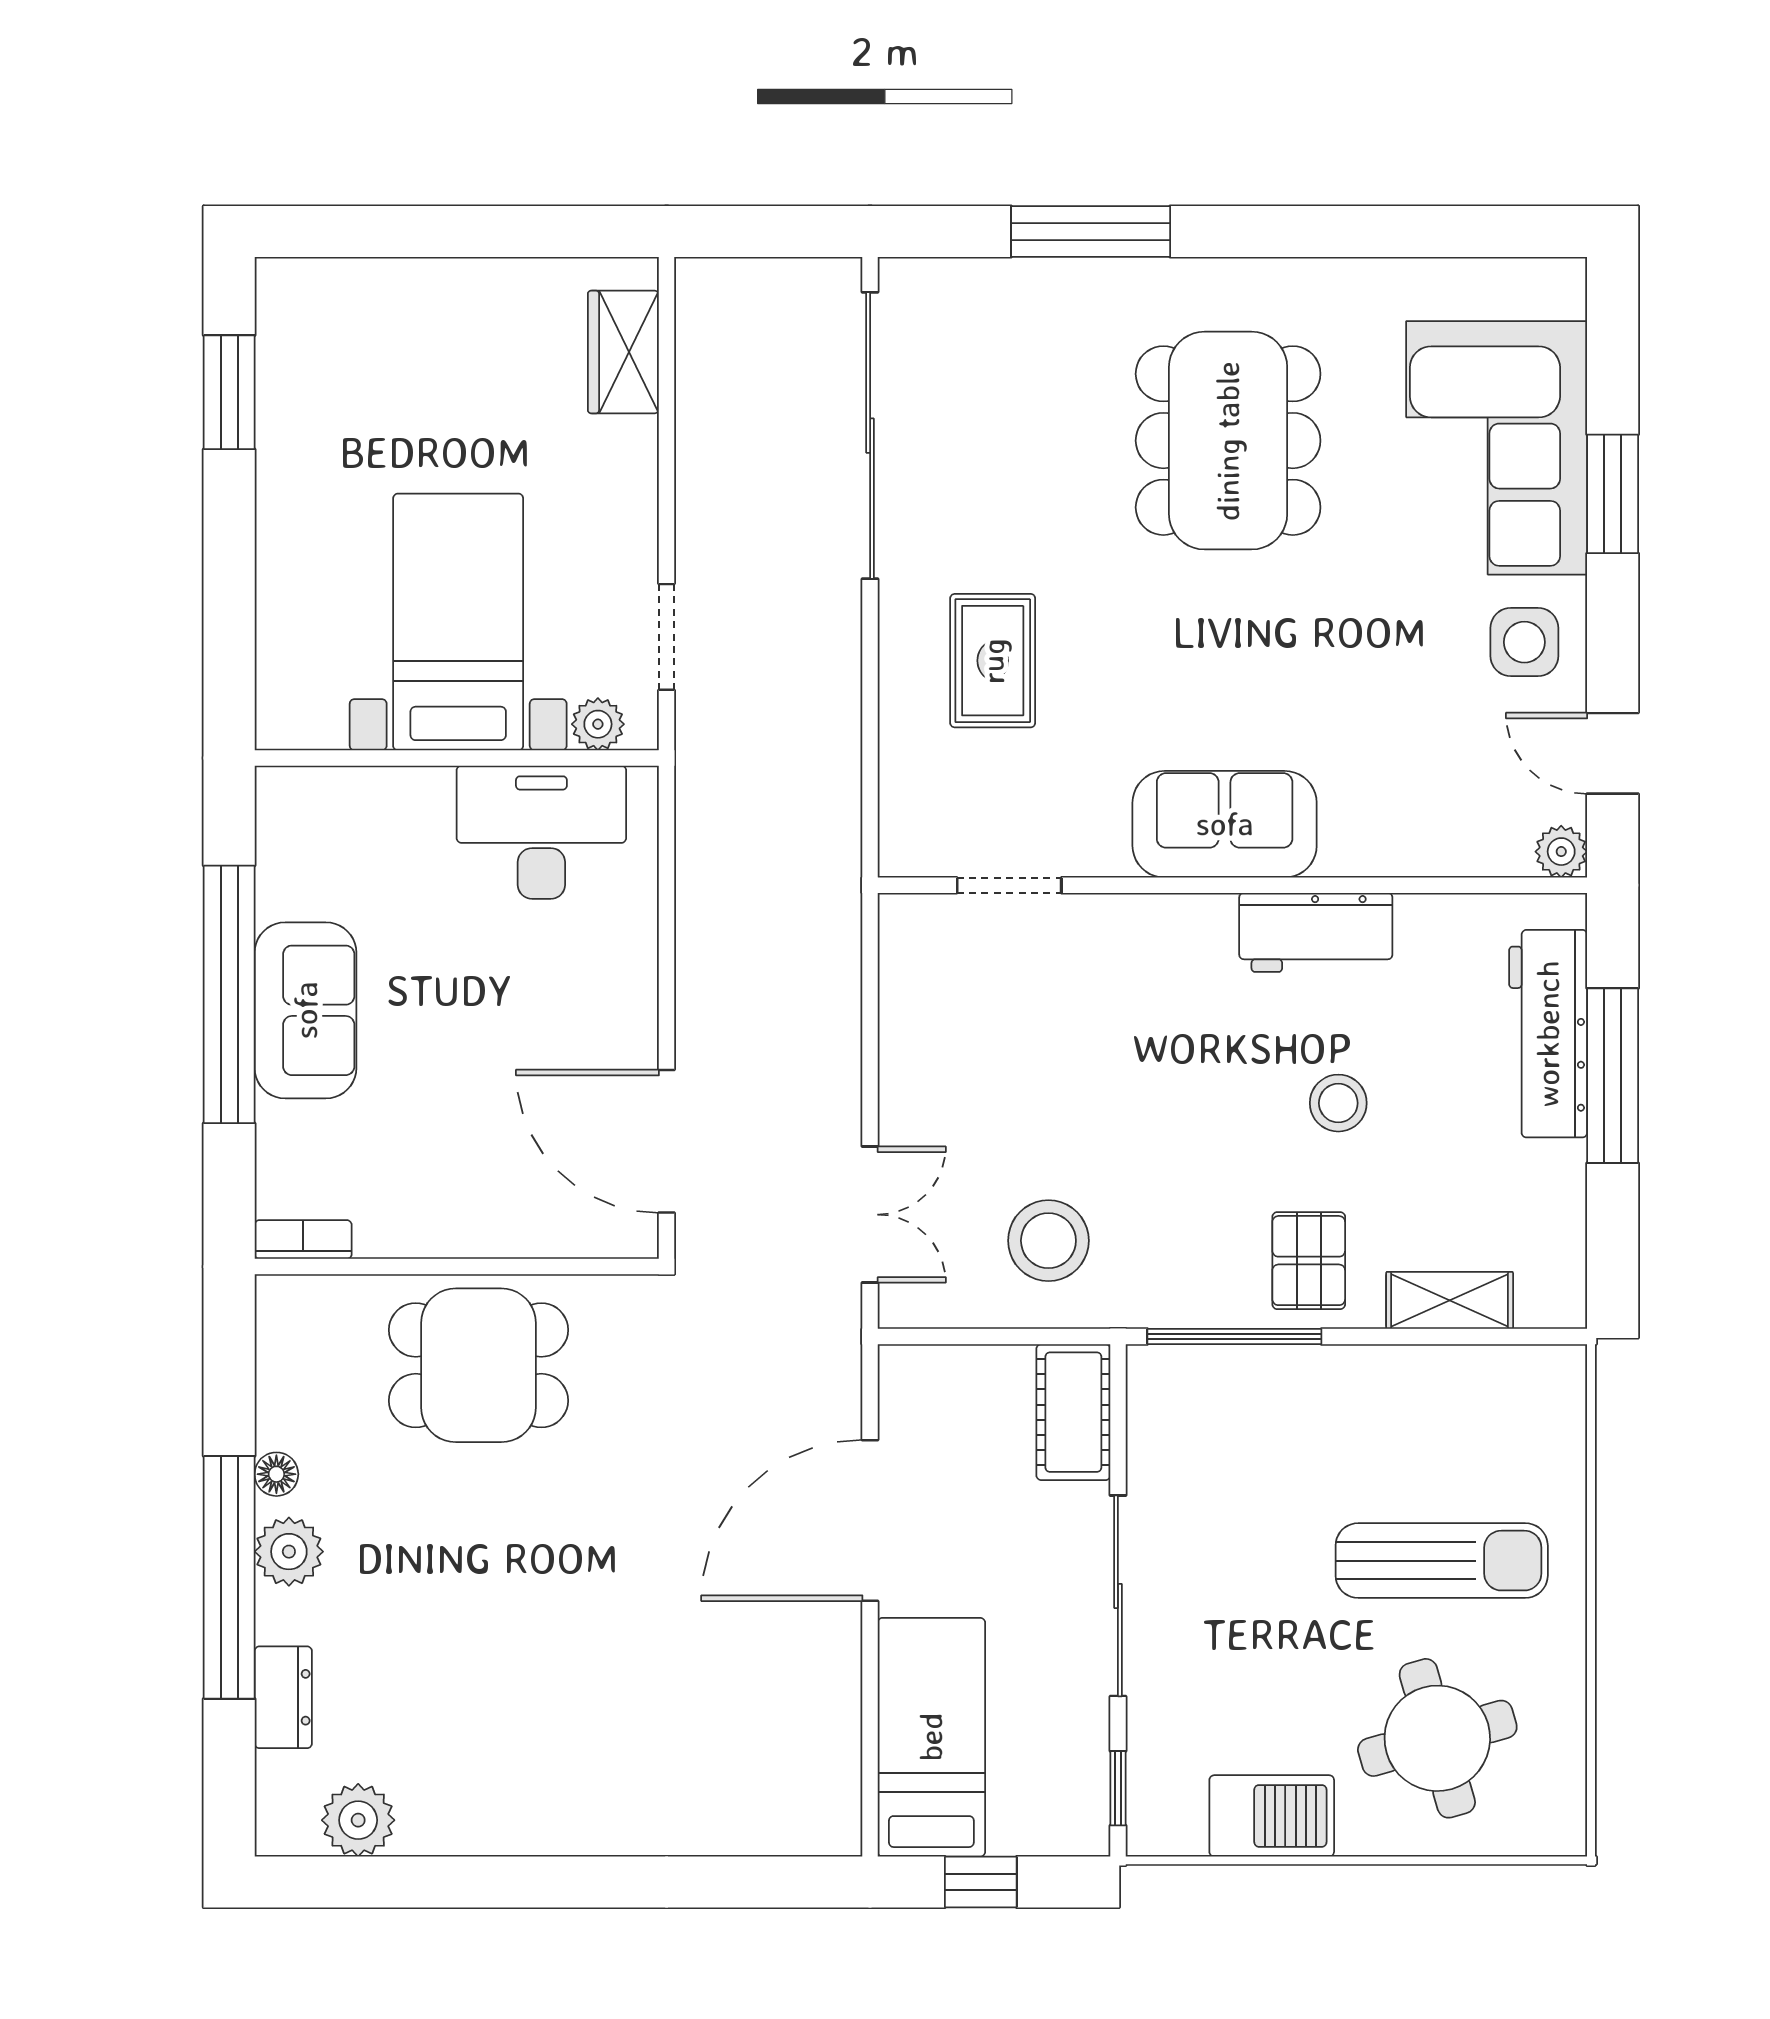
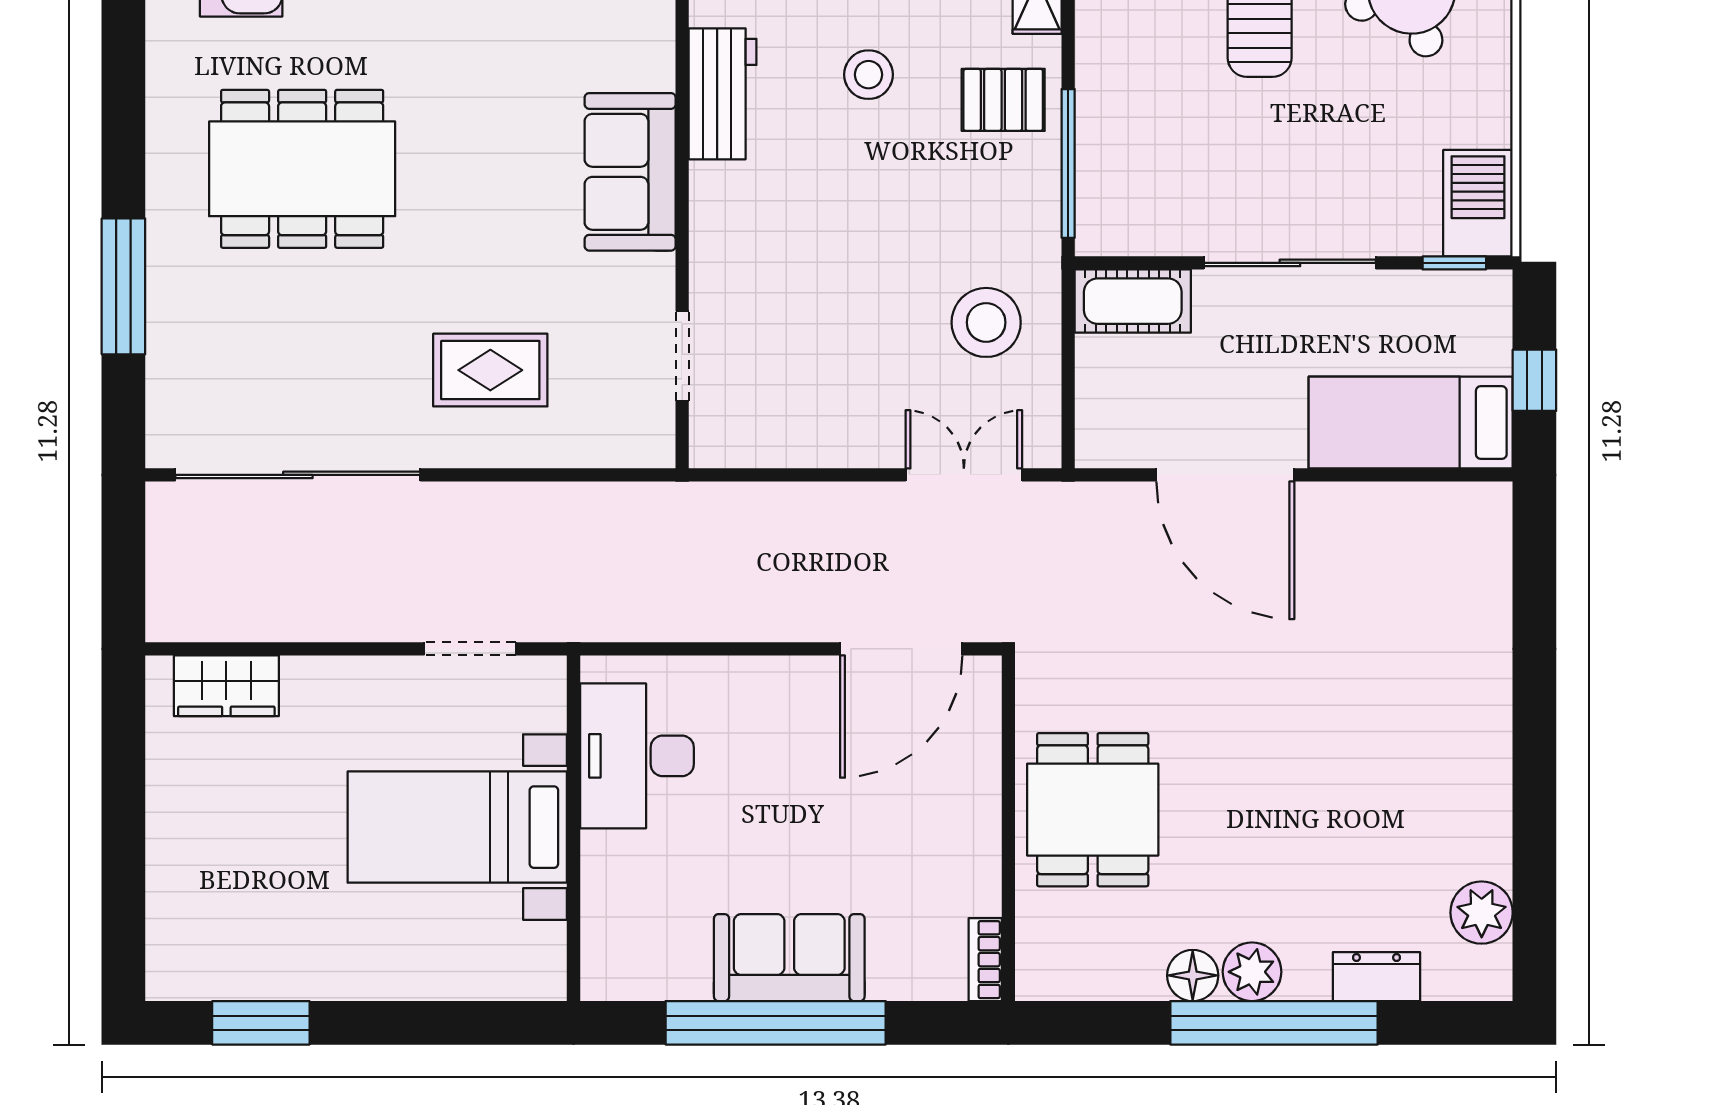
plant: (598, 724) -> (545, 708), removed
floor lamp: (276, 1474) -> (1193, 975), width x1.37, depth x1.37
barbecue: (1272, 1816) -> (1478, 203), moved

